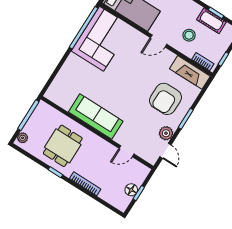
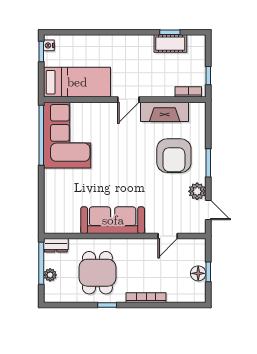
stool: (189, 35) -> (156, 73), removed
fireplace: (190, 72) -> (165, 112), moved
dresser: (46, 109) -> (56, 245), added
plant: (23, 138) -> (50, 275), moved

